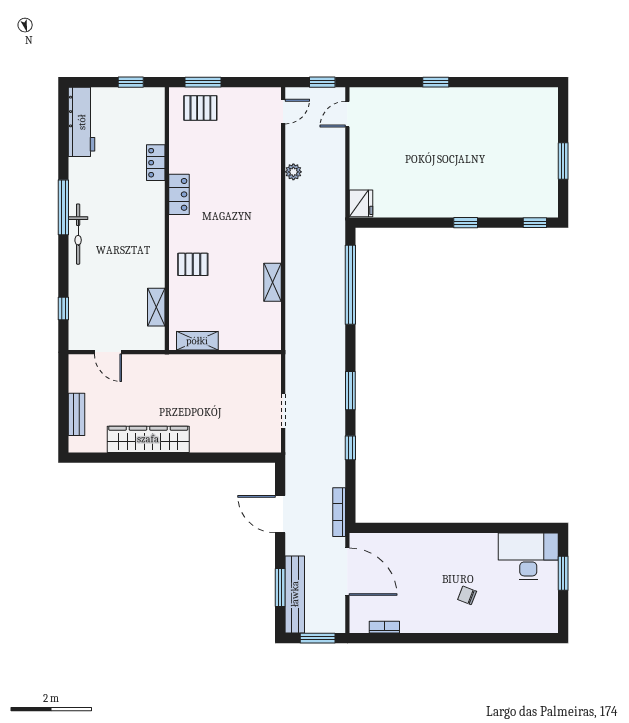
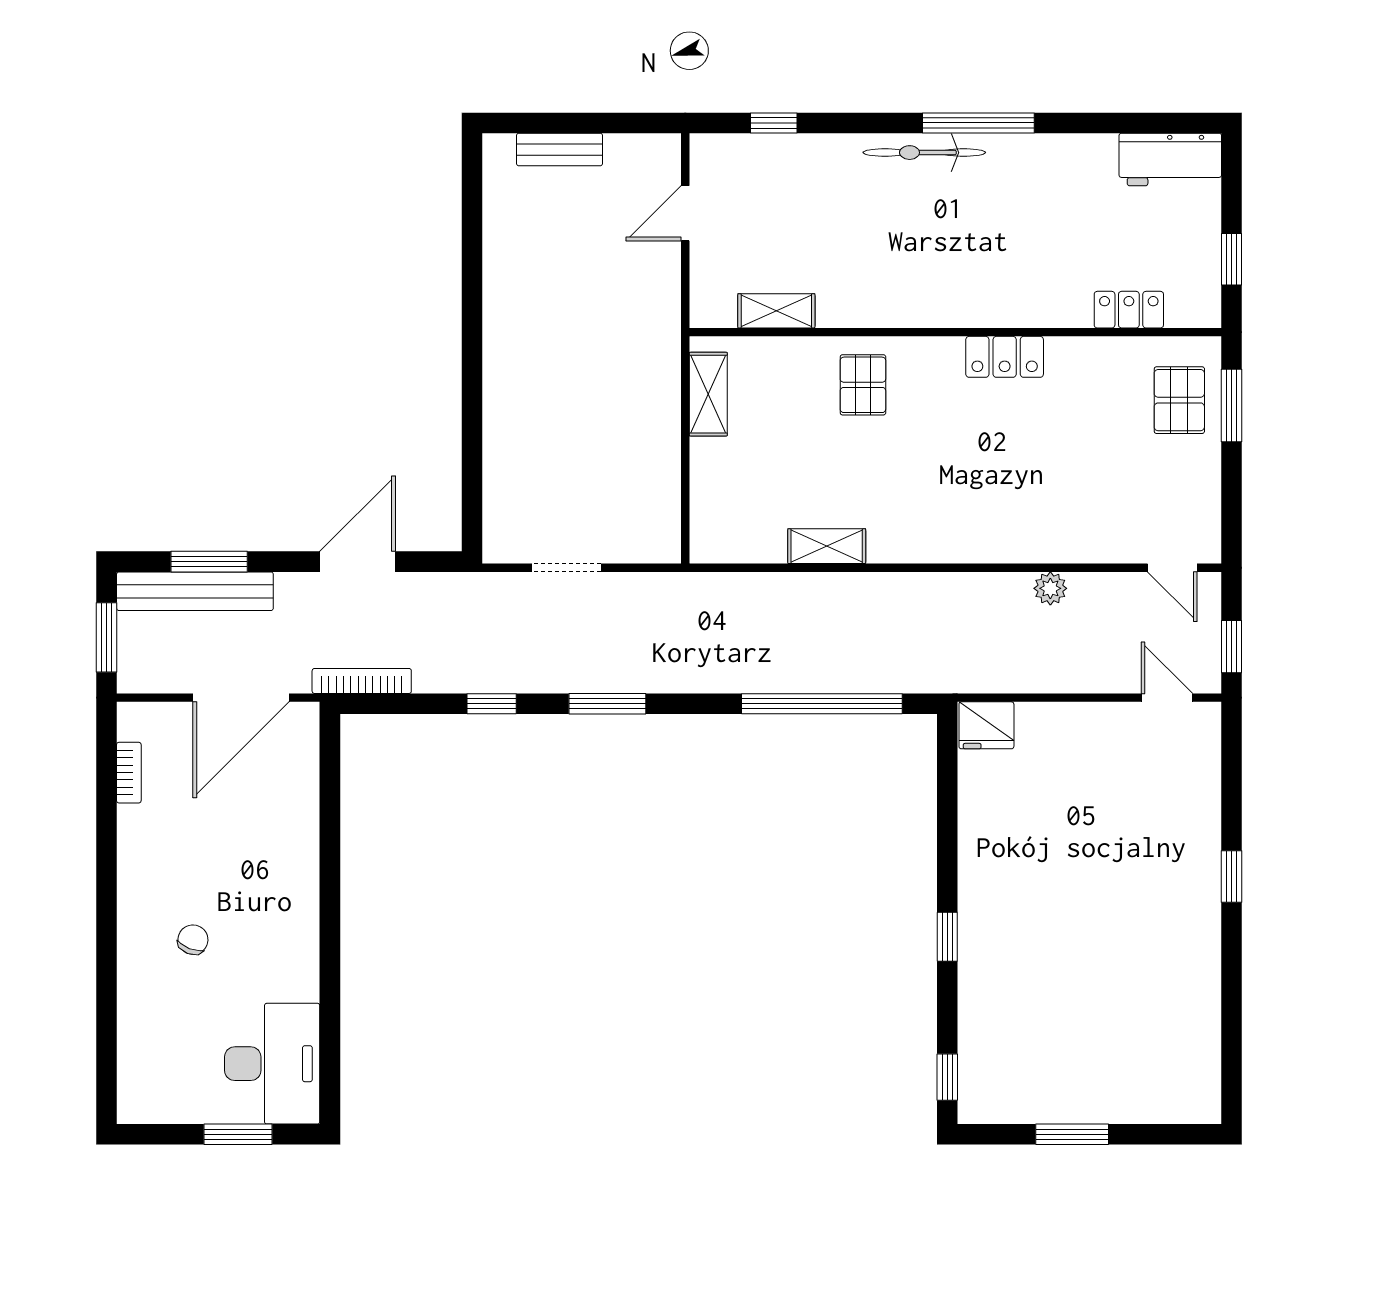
workbench: (82, 122) -> (1170, 160), width x0.73
locker: (156, 163) -> (1129, 310), moved
wardrobe: (148, 439) -> (509, 295), removed

